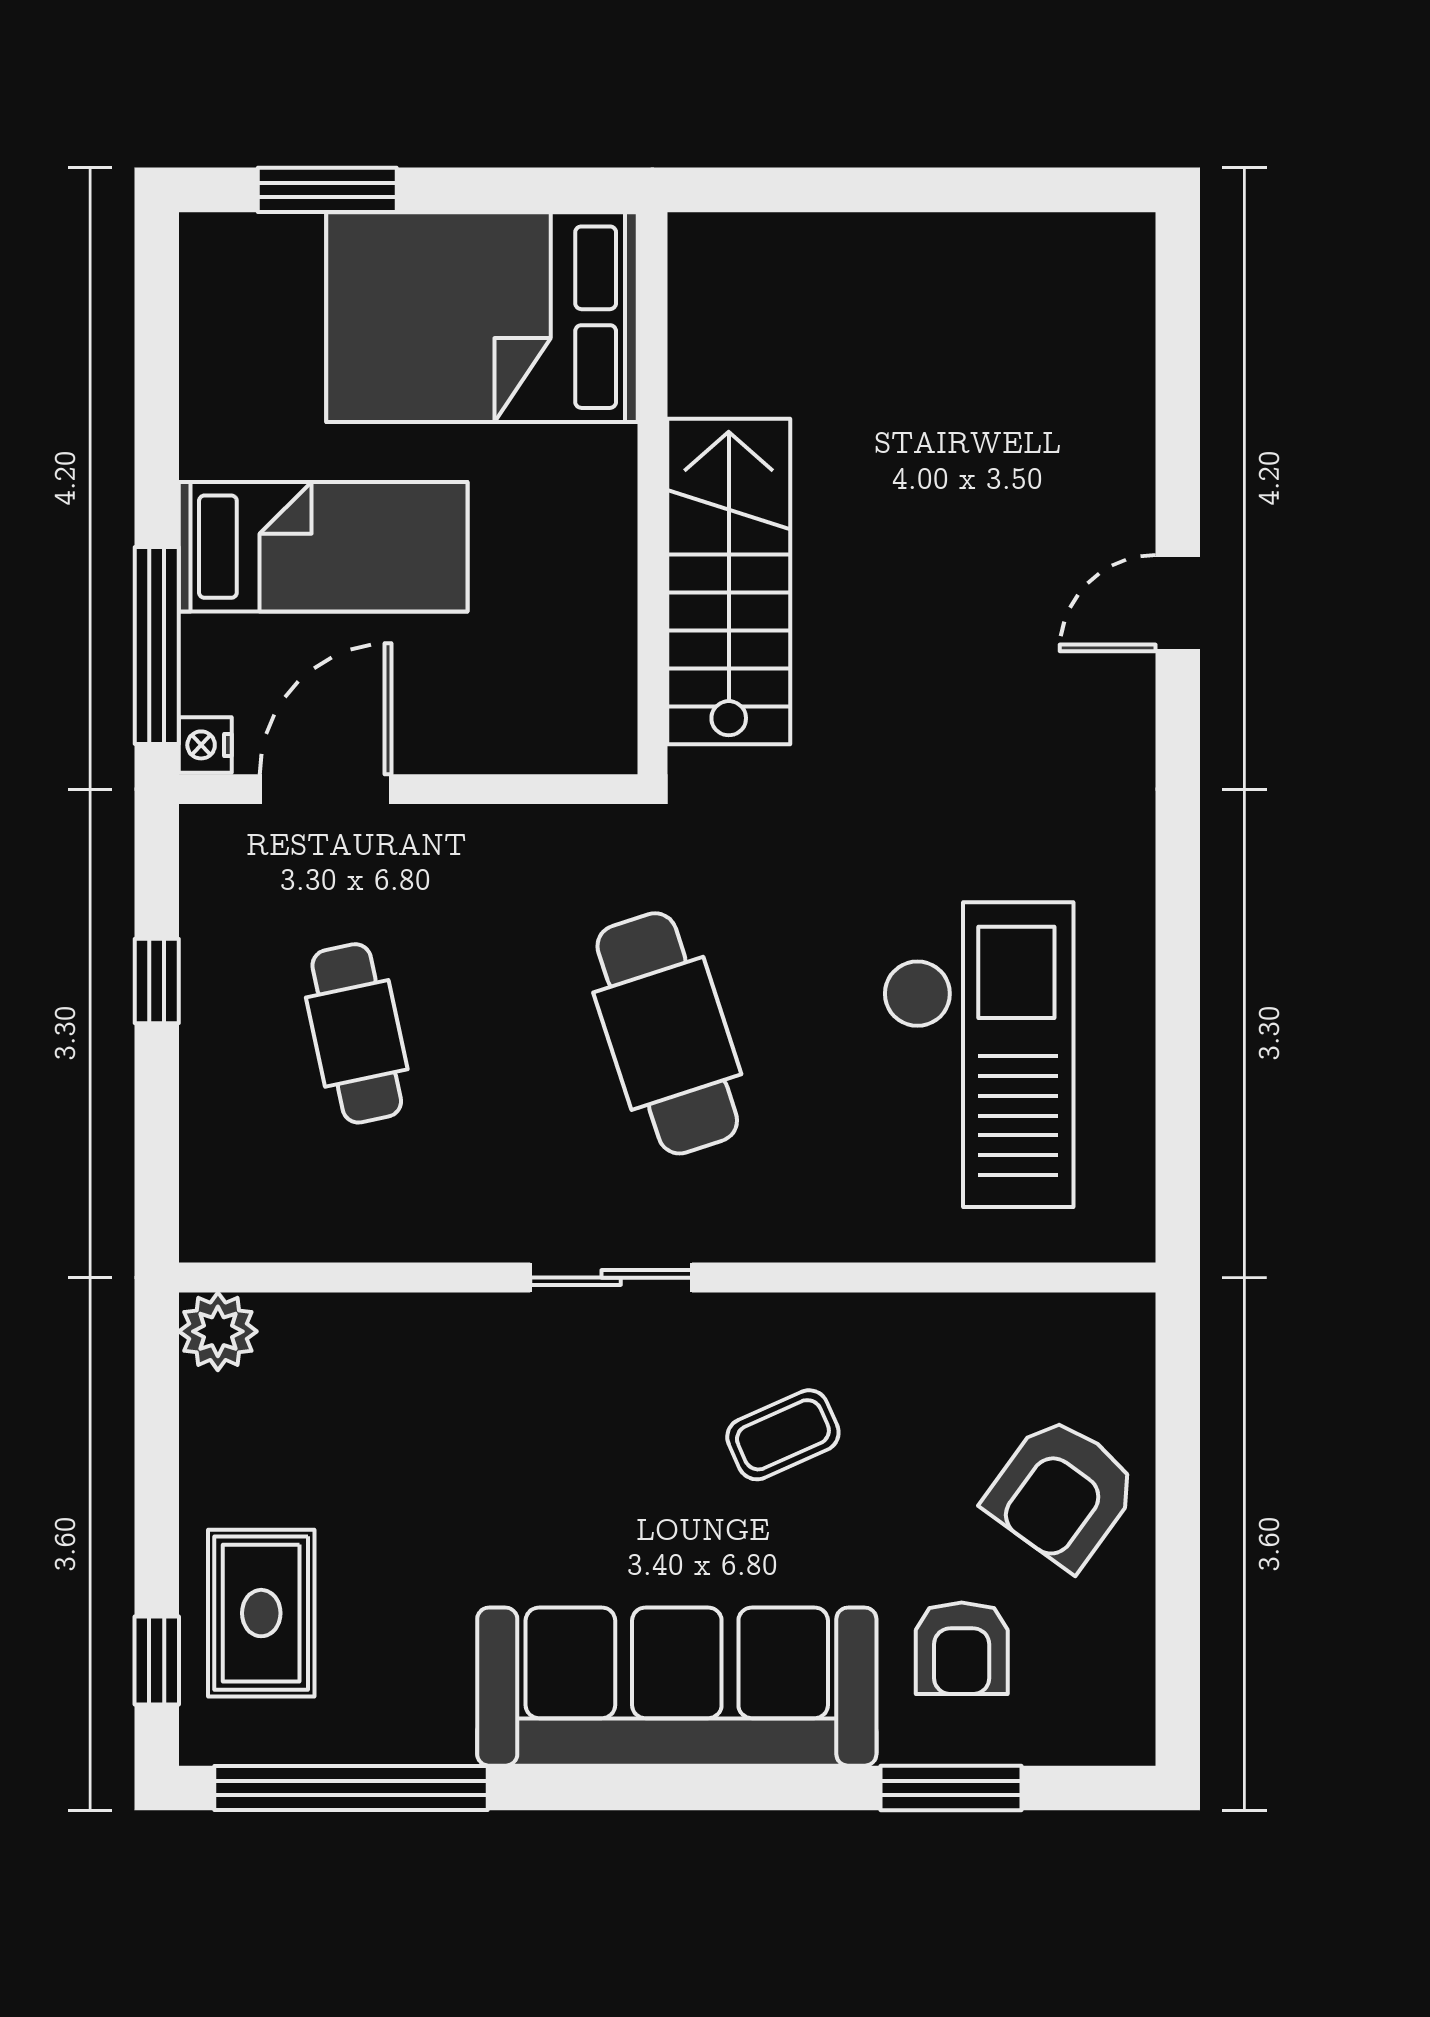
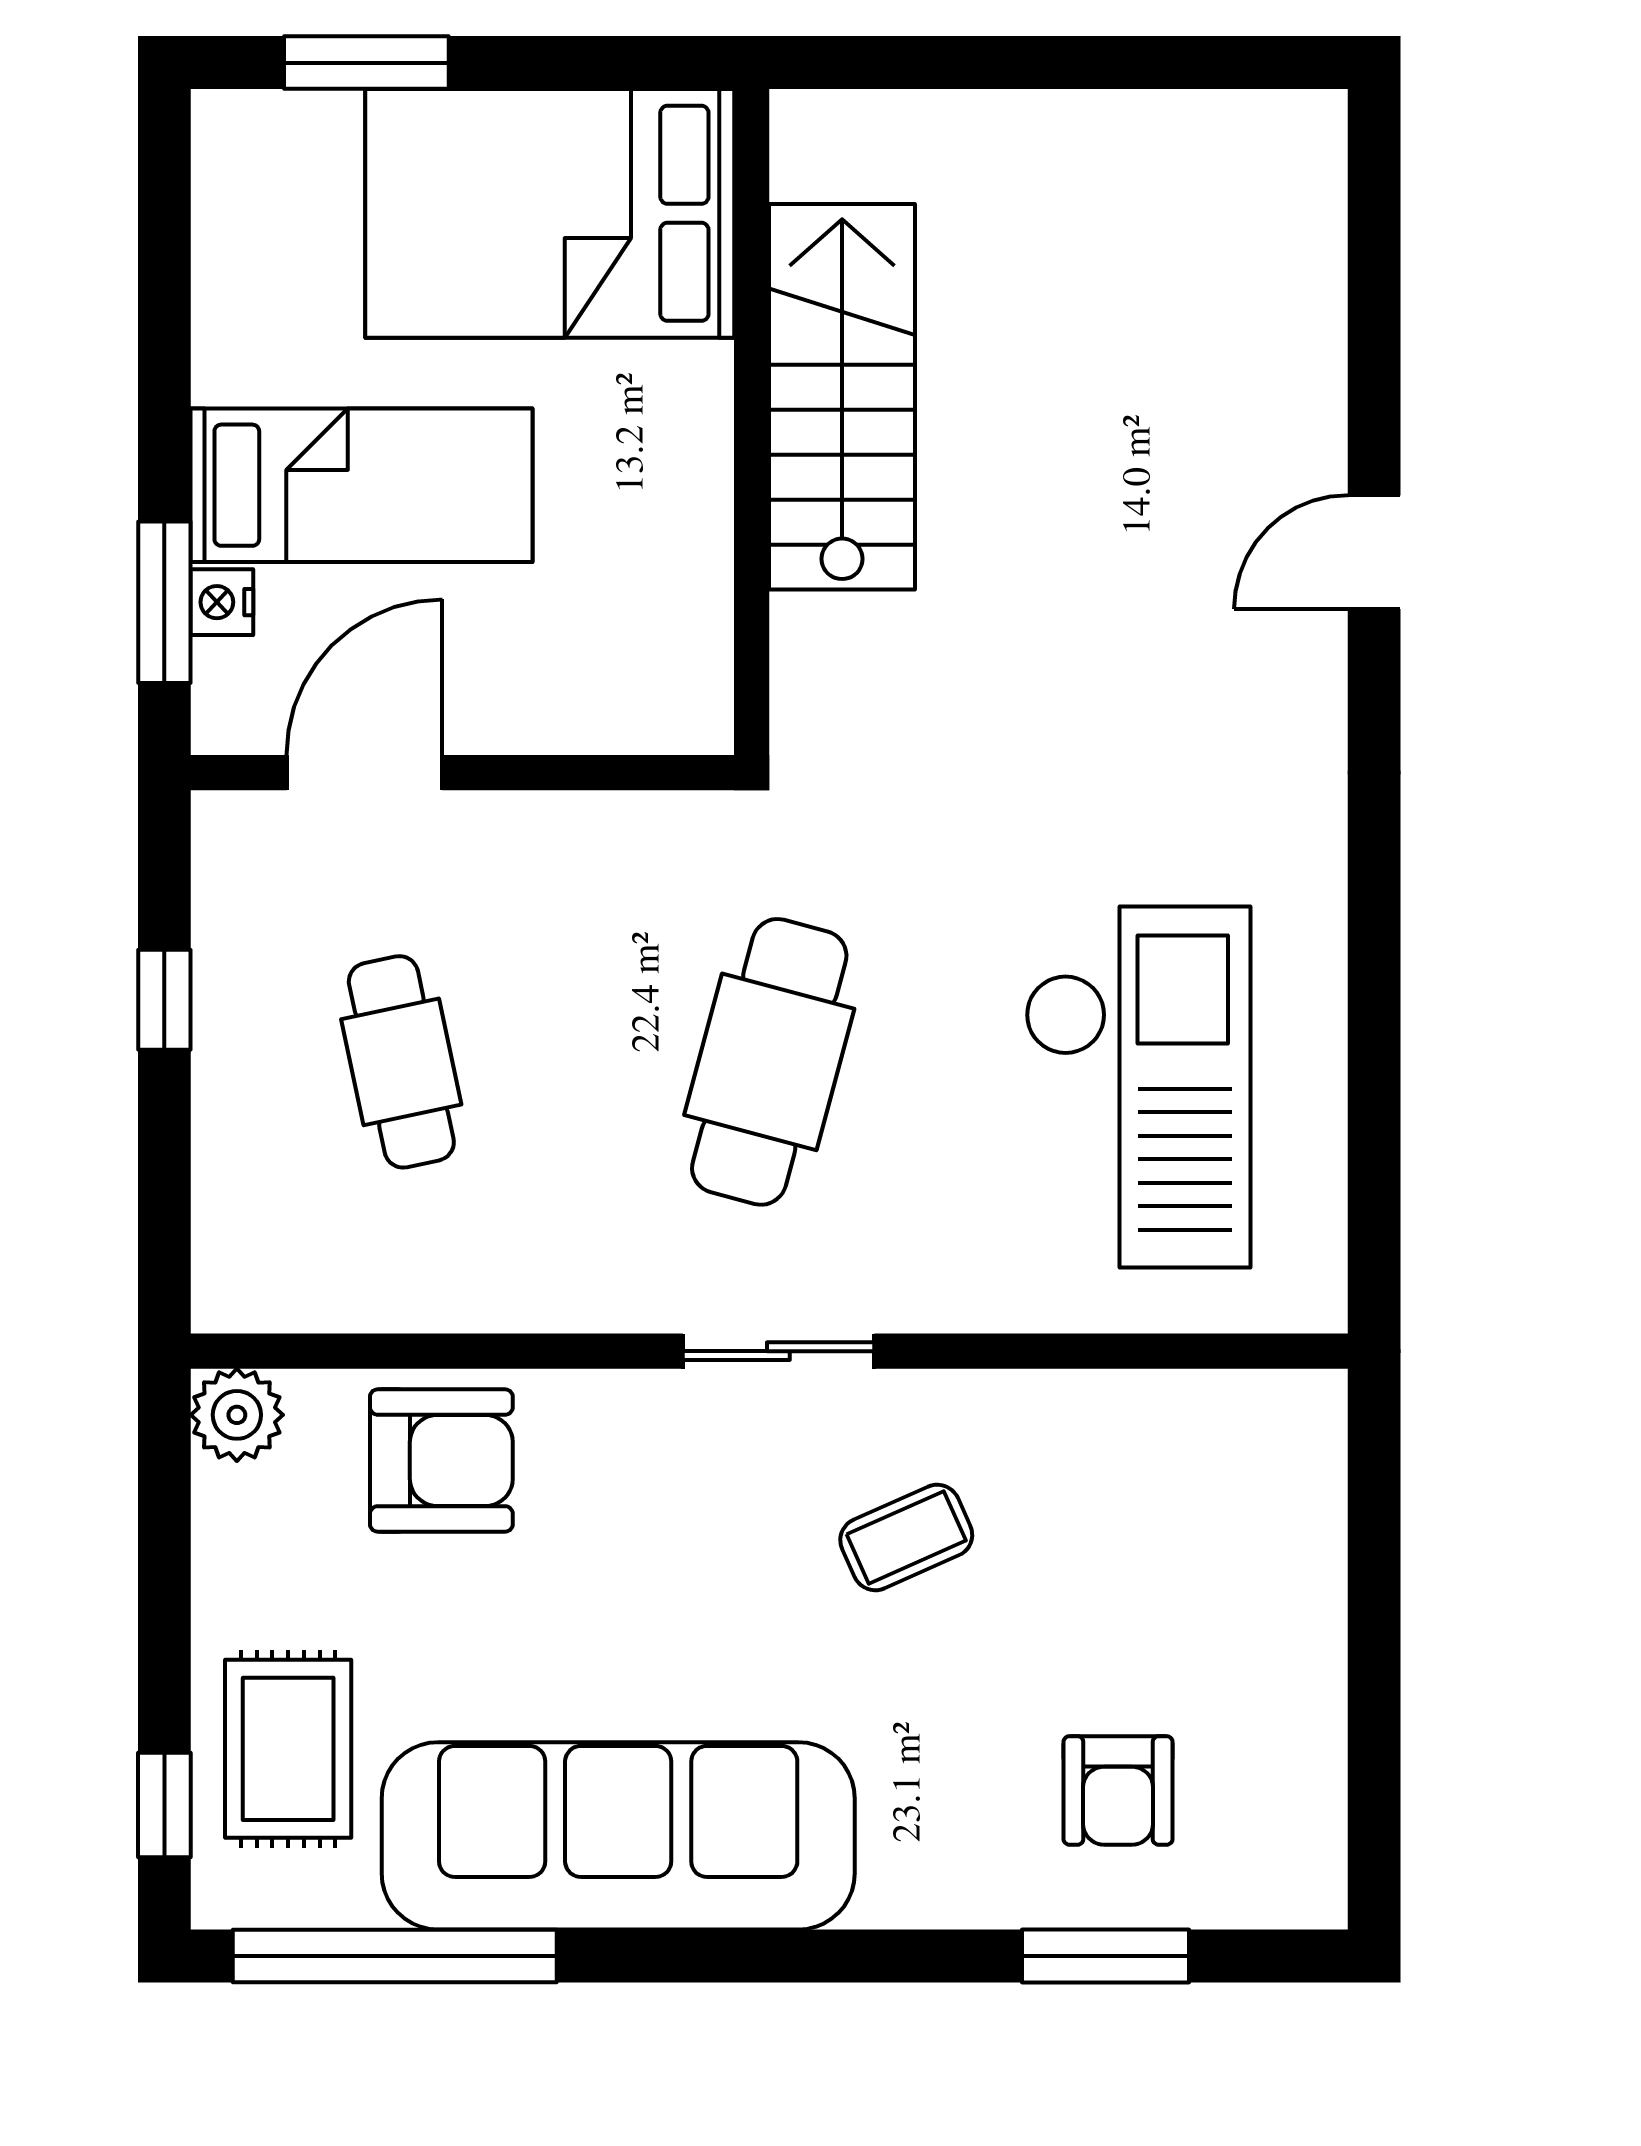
stairs: (729, 581) -> (842, 397), moved
window: (157, 645) -> (164, 602), width x0.69
nightstand: (205, 745) -> (222, 602), moved
cafe table: (667, 1033) -> (769, 1062), turned 33
sliding door: (611, 1278) -> (778, 1351), moved
armchair: (1062, 1492) -> (441, 1460), moved, turned -126
sofa: (677, 1687) -> (618, 1836), moved

